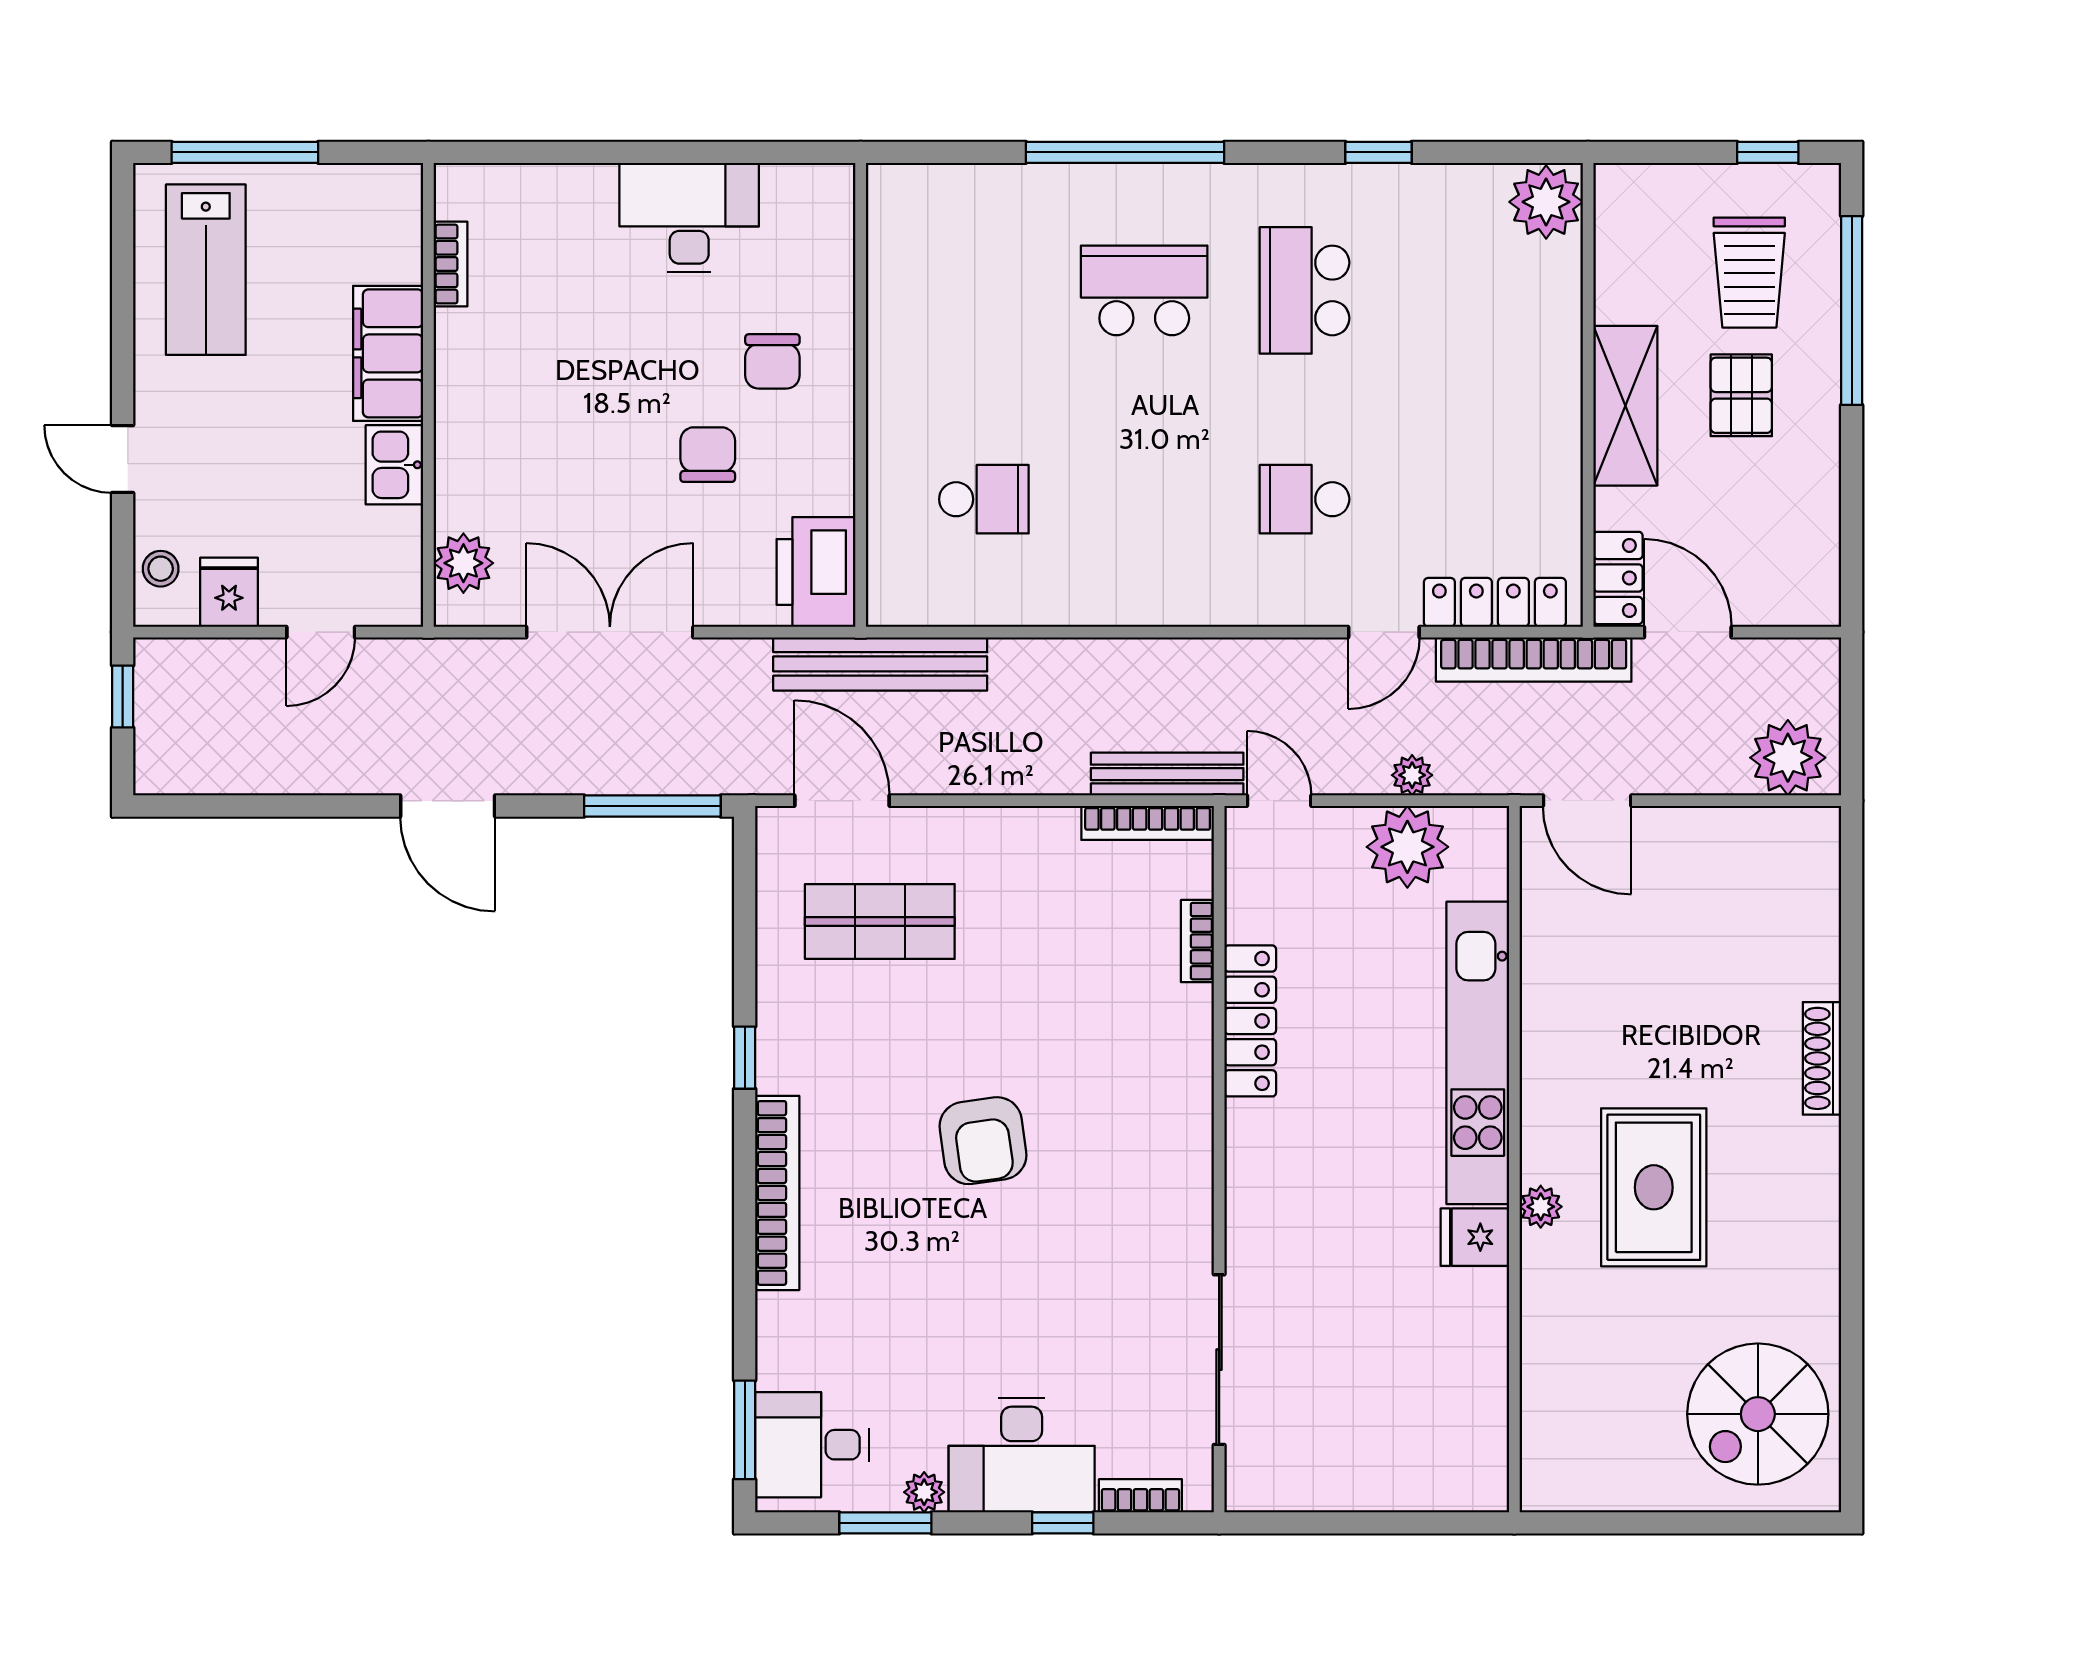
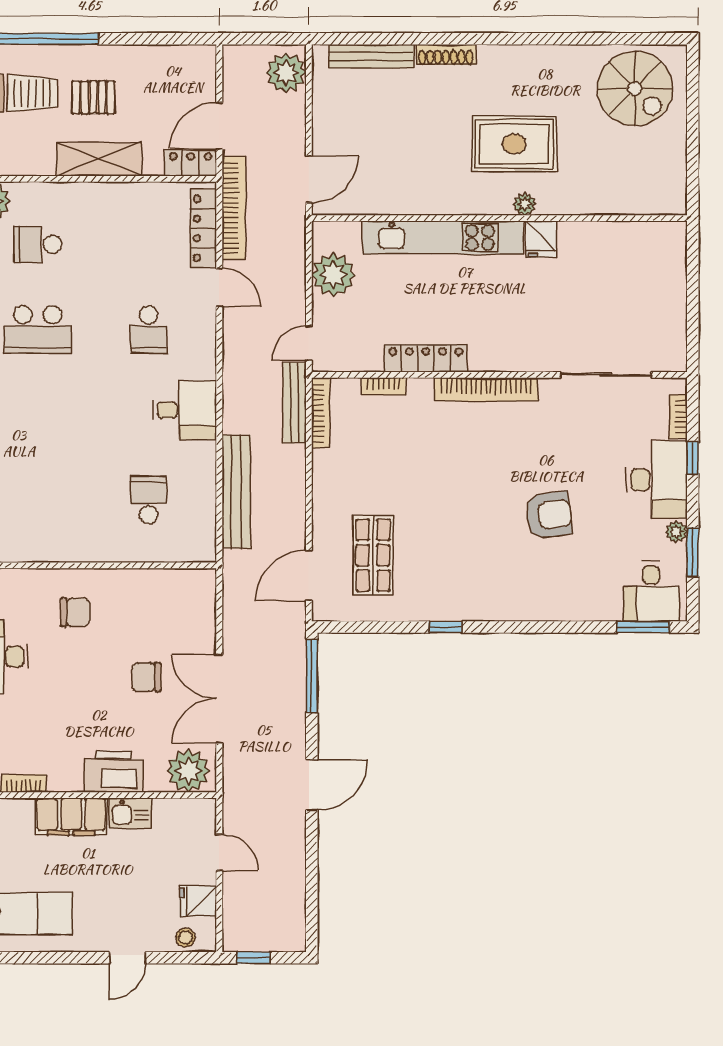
school desk: (1144, 290) -> (38, 244), moved, width x0.54
chair: (708, 455) -> (146, 677), moved
plant: (463, 563) -> (188, 771), width x1.36, depth x1.36
desk: (1153, 567) -> (184, 410), added
printer: (816, 572) -> (114, 771), moved, turned 180
bench: (880, 664) -> (236, 492), moved
plant: (1412, 775) -> (295, 272), removed
bench: (1819, 918) -> (371, 56), added
armchair: (983, 1141) -> (549, 515), moved
bookcase: (777, 1193) -> (486, 389), moved, turned 180

